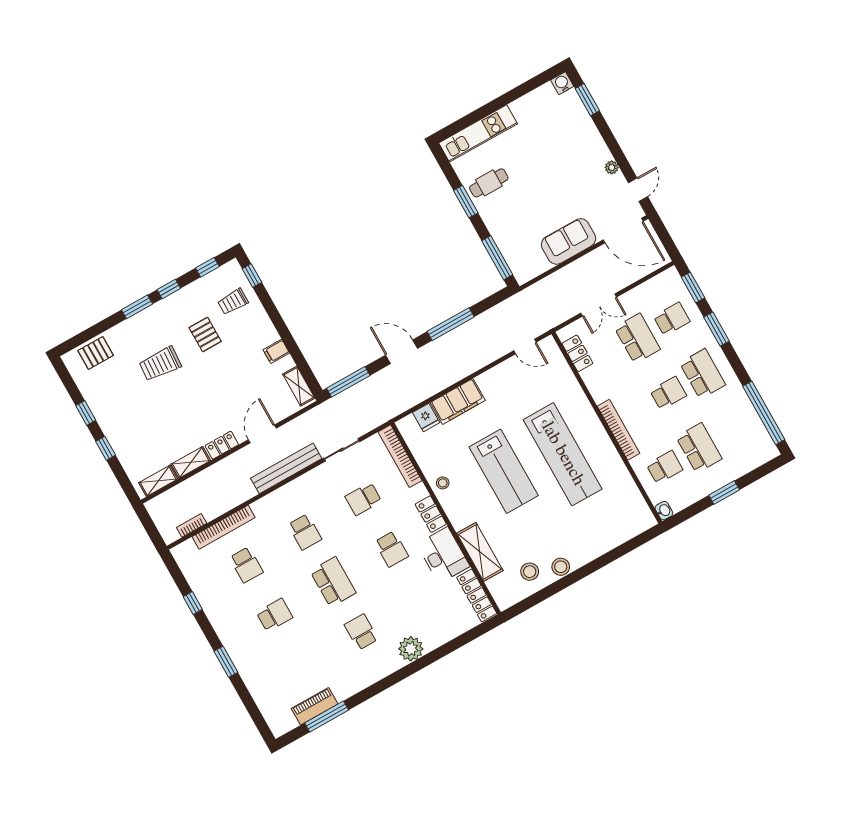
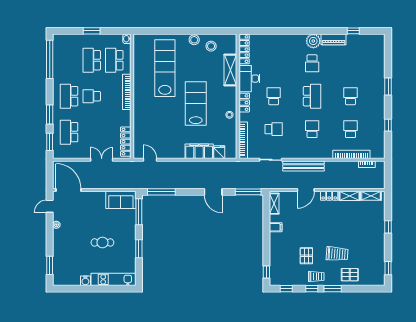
water cooler: (562, 83) -> (85, 281), moved
cafe table: (489, 183) -> (102, 242), moved
sofa: (569, 241) -> (121, 200), moved
trolley: (233, 302) -> (316, 277), moved
school desk: (672, 319) -> (69, 132), width x1.85
window: (451, 324) -> (161, 192), moved
school desk: (637, 338) -> (92, 132), removed
pallet: (96, 353) -> (350, 275), moved
locker: (577, 353) -> (126, 142), width x1.53
window: (86, 413) -> (388, 268), moved
lab bench: (563, 454) -> (165, 68), moved
school desk: (665, 467) -> (114, 60), width x1.85
school desk: (333, 582) -> (312, 96), turned 180
school desk: (275, 615) -> (351, 96), turned 90
plant: (411, 649) -> (313, 41), moved
piano: (315, 706) -> (333, 39), moved
window: (327, 717) -> (353, 31), width x0.46

